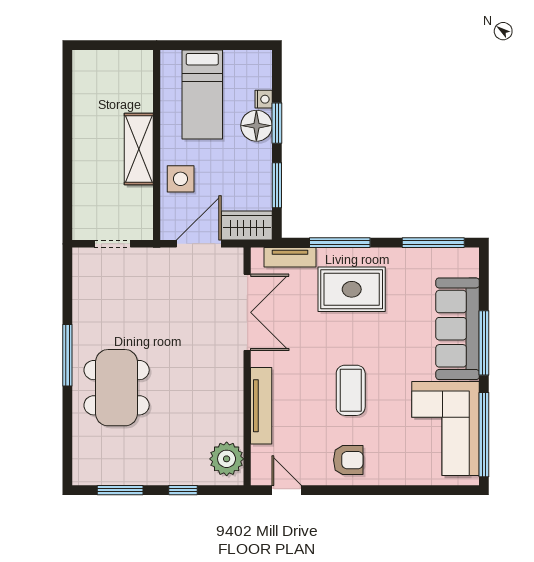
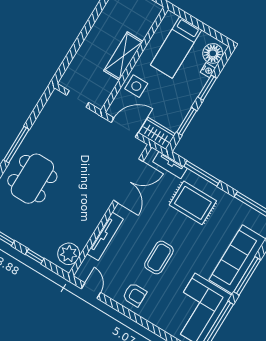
floor lamp: (256, 126) -> (213, 53), moved

